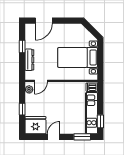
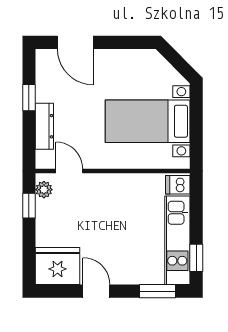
door: (44, 21) -> (75, 42), hinge flipped
door: (41, 81) -> (69, 171), swing flipped
window: (22, 109) -> (29, 206), moved
door: (54, 137) -> (96, 291), hinge flipped

